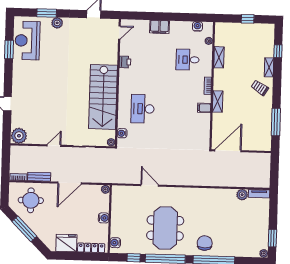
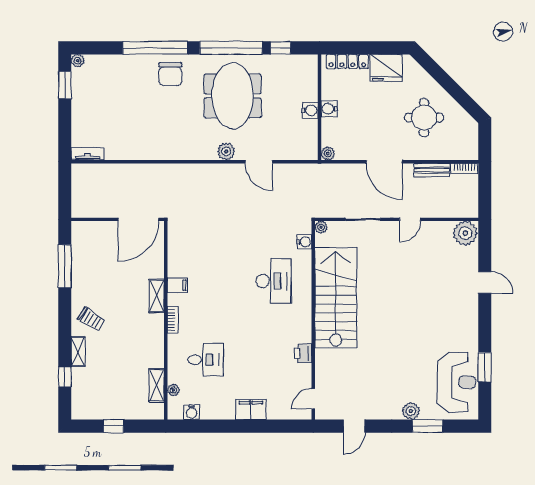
shelving: (219, 57) -> (157, 385), moved
door: (70, 183) -> (384, 162), swing flipped
plant: (242, 195) -> (226, 151), moved
round table: (31, 200) -> (424, 118), moved
window: (24, 229) -> (452, 88), removed
water cooler: (115, 243) -> (310, 110), moved

